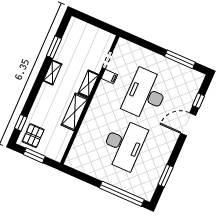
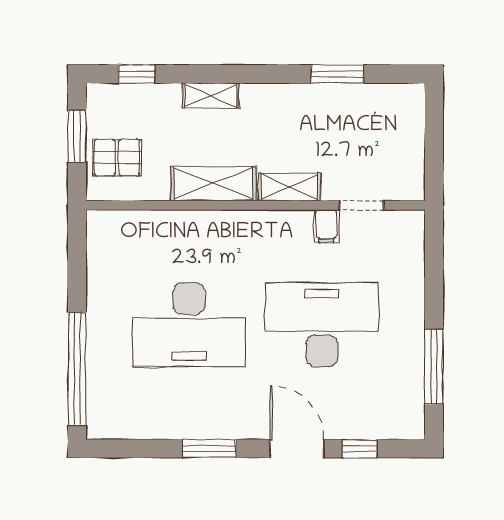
shelving: (53, 72) -> (211, 96), moved
pallet: (33, 136) -> (117, 158), moved
window: (166, 176) -> (209, 449), moved

